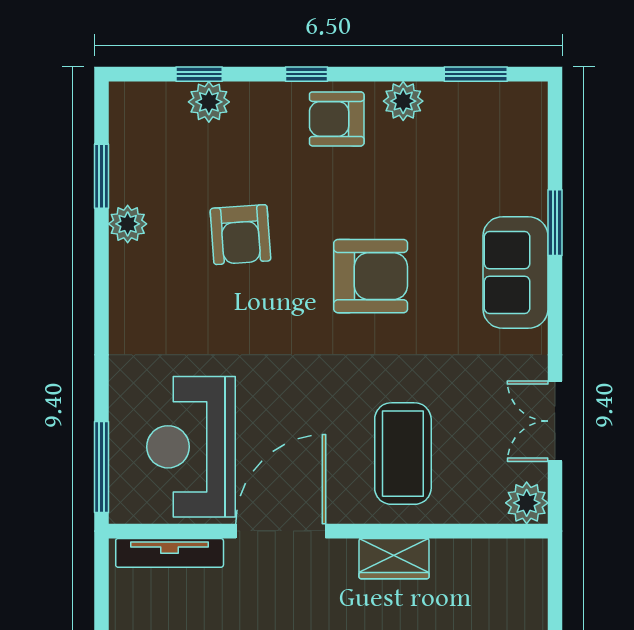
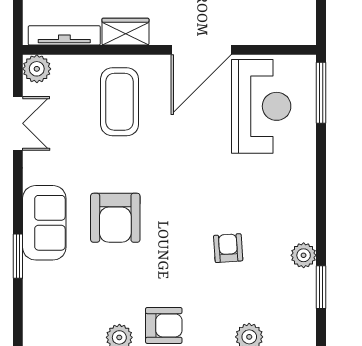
armchair: (240, 235) -> (228, 248), width x0.72, depth x0.72
armchair: (371, 276) -> (115, 218), moved, turned -90
tv unit: (170, 553) -> (64, 35), moved

